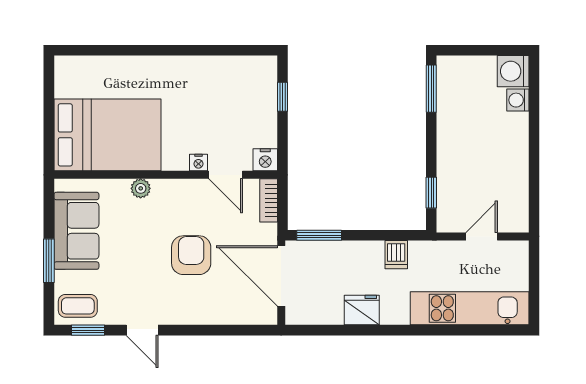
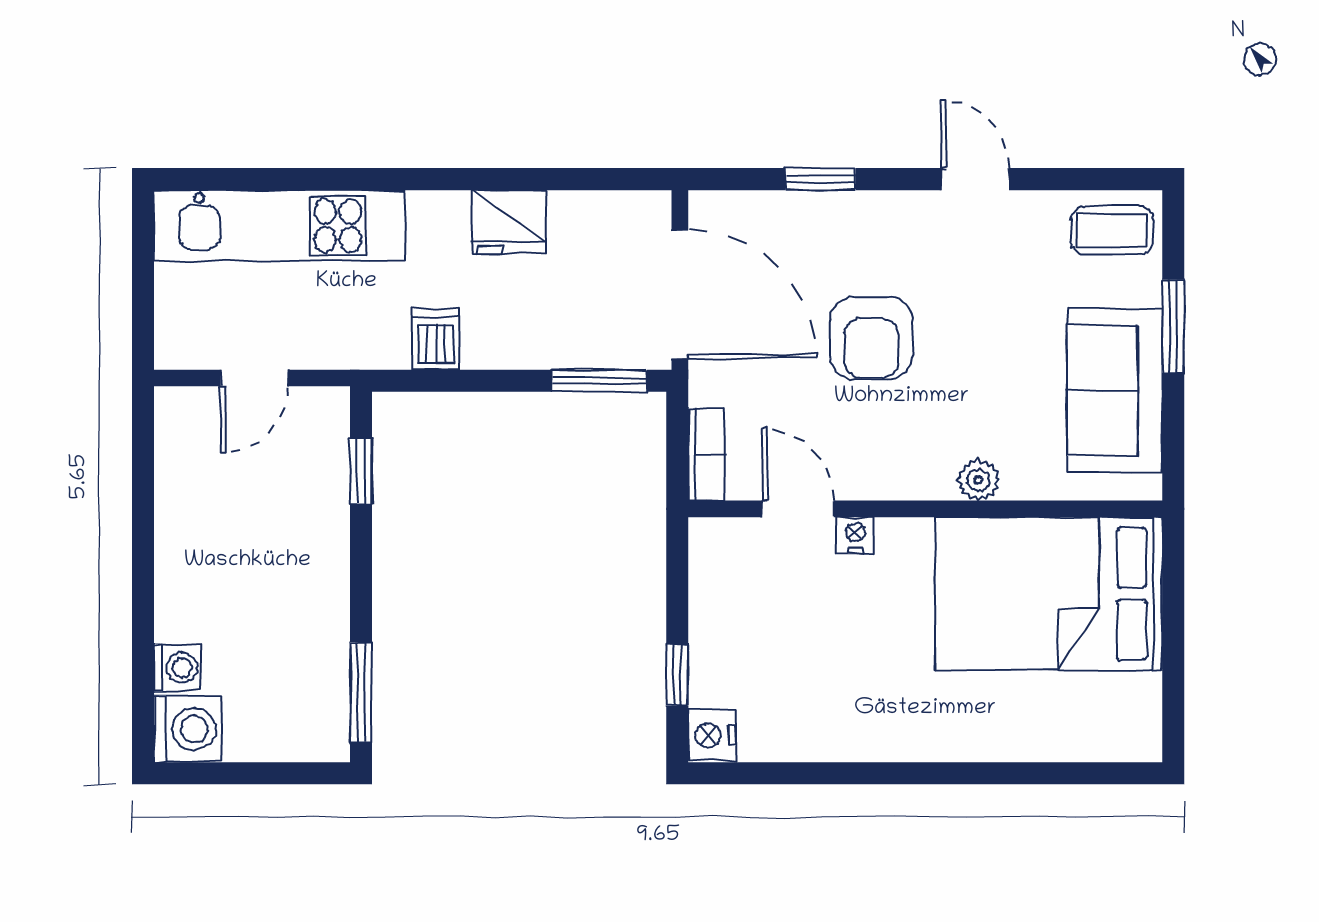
nightstand: (265, 160) -> (712, 735), moved, turned -90
window: (88, 330) -> (820, 179), moved

